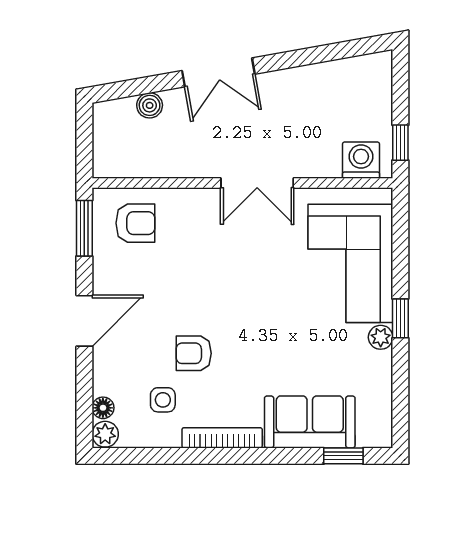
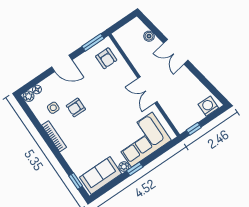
washing machine: (361, 160) -> (208, 106), moved, turned -90
armchair: (194, 353) -> (76, 108), turned -90
sofa: (310, 422) -> (101, 175), moved, turned -90

